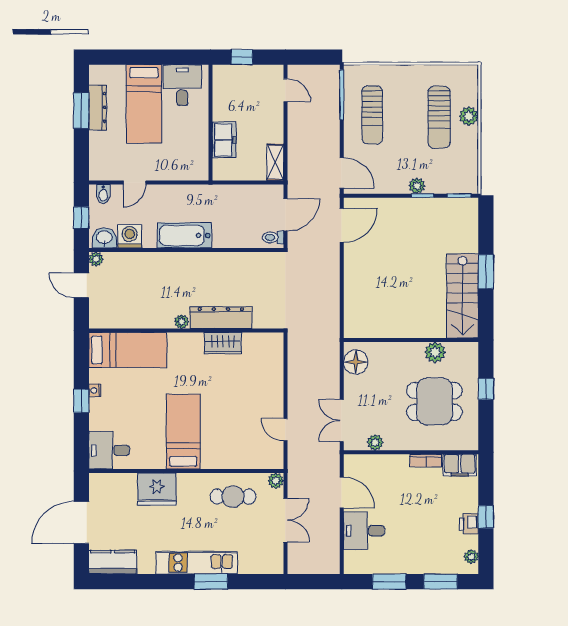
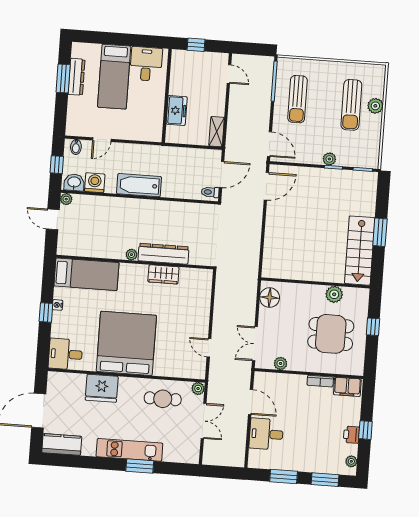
bed: (183, 432) -> (126, 343), width x2.04

